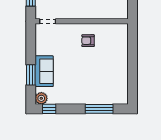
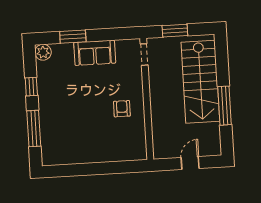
sofa: (44, 71) -> (95, 53), moved
window: (49, 109) -> (31, 87), moved

